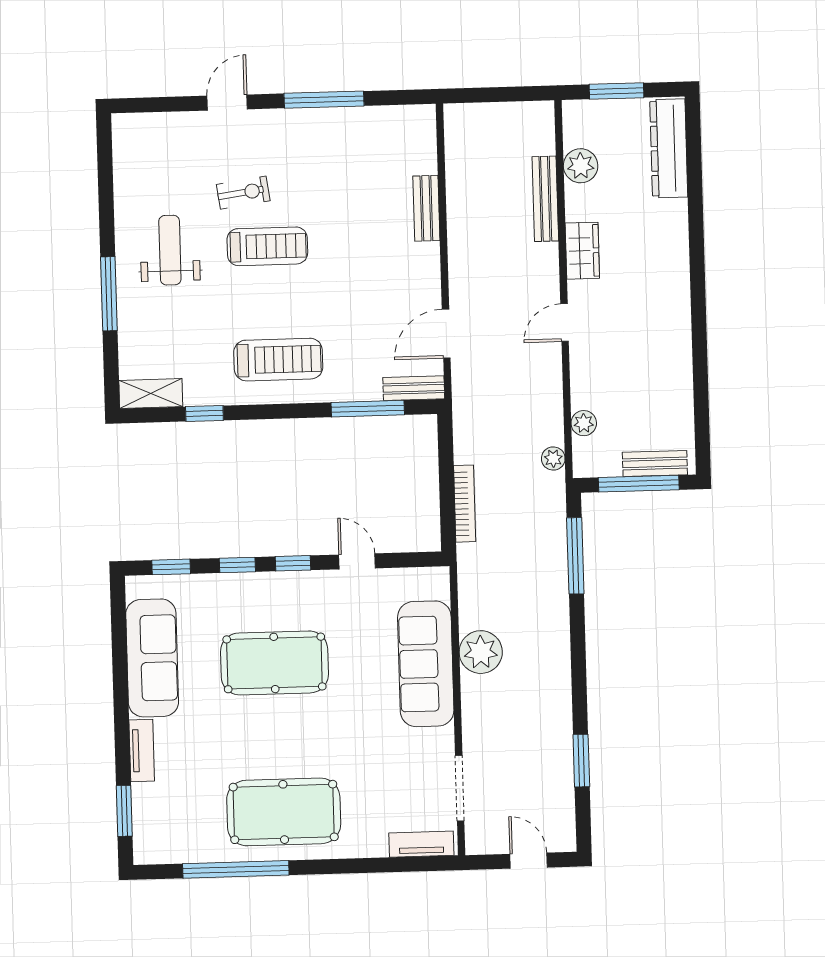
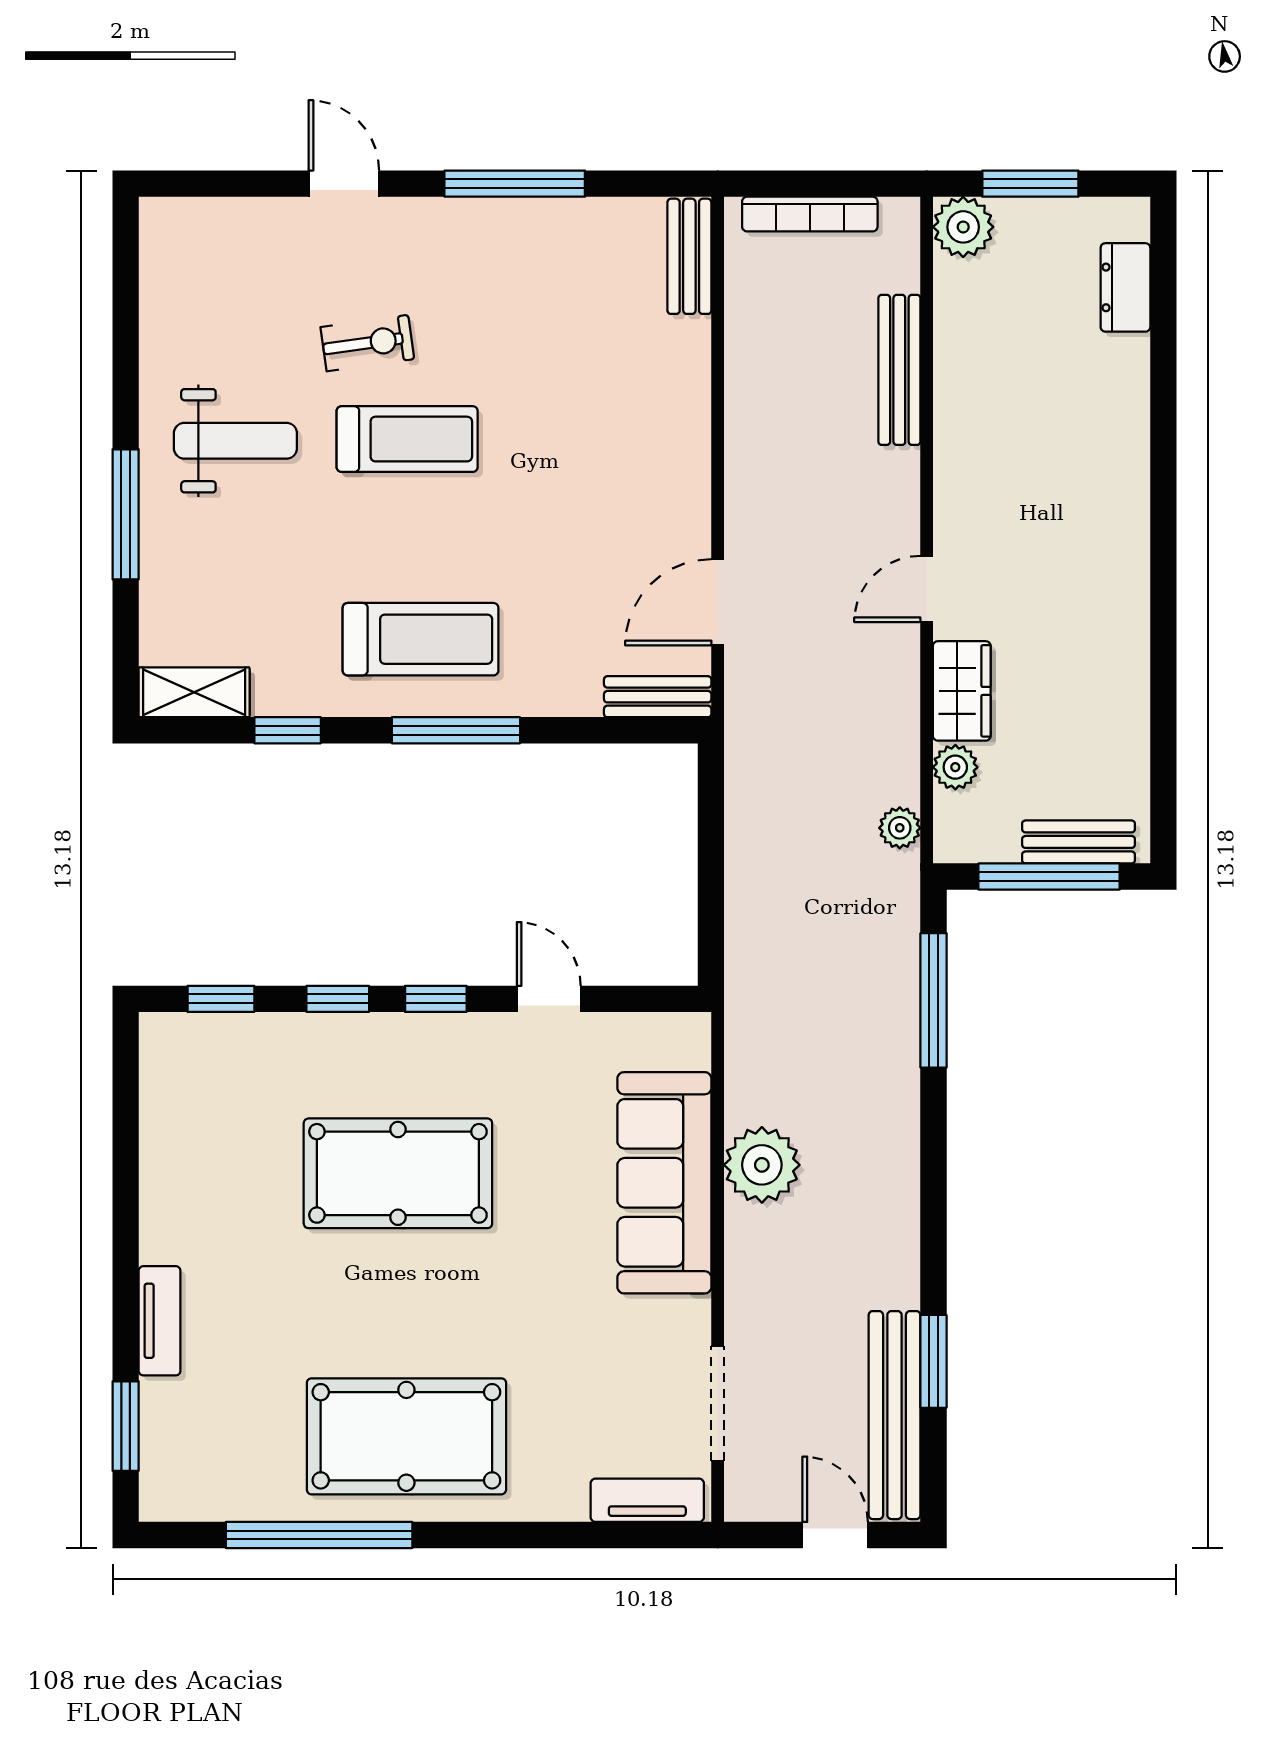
door: (227, 103) -> (344, 184), hinge flipped
dresser: (669, 148) -> (1125, 287), width x0.51, depth x0.80
plant: (581, 166) -> (963, 227), moved
bench: (426, 208) -> (689, 256), moved
weight bench: (170, 250) -> (235, 441), turned 90
wardrobe: (582, 251) -> (962, 691), moved
window: (368, 409) -> (456, 730), moved
bookcase: (465, 504) -> (810, 214), moved, turned 90
sofa: (152, 658) -> (183, 1158), removed
bench: (560, 792) -> (895, 1415), added

